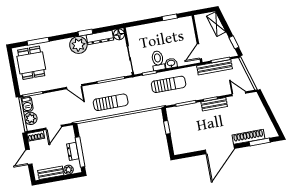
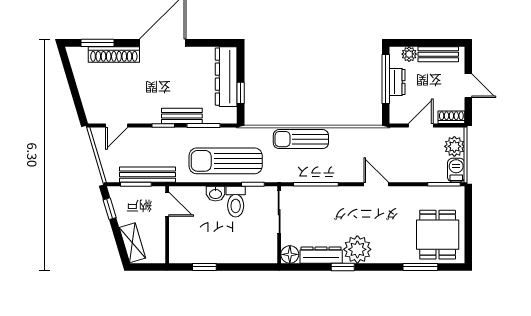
door: (199, 51) -> (167, 204), hinge flipped
sun lounger: (169, 84) -> (226, 161), width x1.36, depth x1.34
door: (239, 94) -> (117, 126), hinge flipped
sun lounger: (111, 102) -> (301, 139), moved
bench: (214, 104) -> (182, 116), moved
dresser: (177, 136) -> (226, 77), added
door: (29, 157) -> (468, 86), hinge flipped

